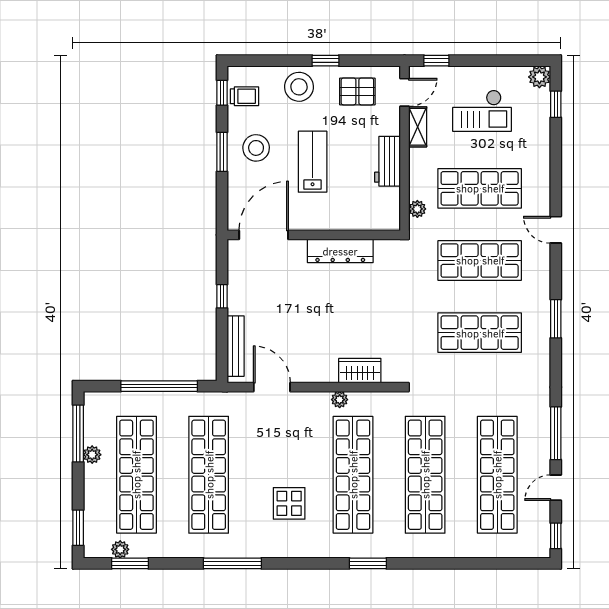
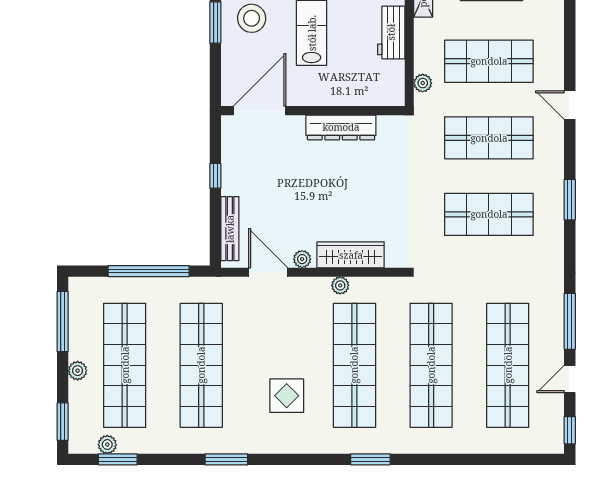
wardrobe: (360, 371) -> (351, 255), width x1.50
plant: (304, 375) -> (302, 259), added
plant: (92, 455) -> (78, 371), moved
window: (232, 563) -> (226, 459), width x0.69

